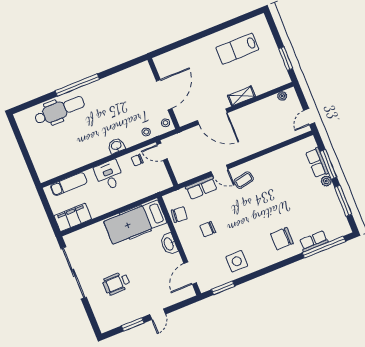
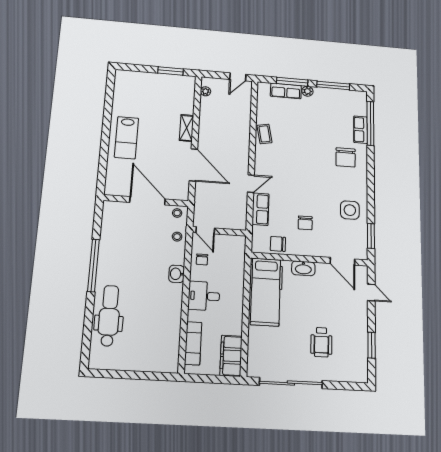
lab bench: (237, 49) -> (126, 138), moved
window: (77, 85) -> (93, 265), moved
door: (212, 117) -> (193, 165), hinge flipped
door: (309, 117) -> (238, 77), hinge flipped
door: (162, 152) -> (205, 230), hinge flipped
coffee table: (244, 180) -> (265, 134), moved
chair: (179, 215) -> (278, 244), turned -96
door: (158, 314) -> (371, 293), moved

